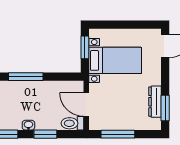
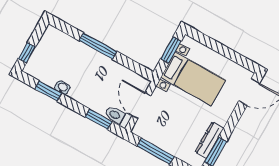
washbasin: (28, 125) -> (62, 88), moved
window: (45, 134) -> (99, 119), moved

